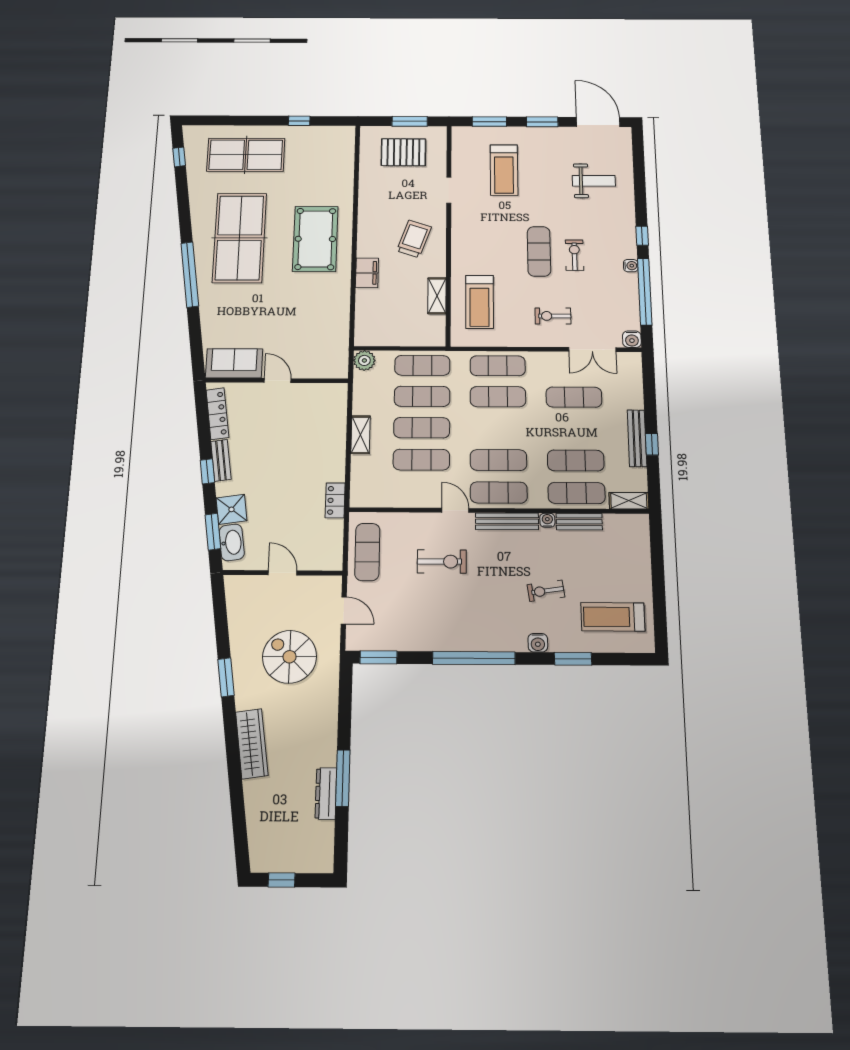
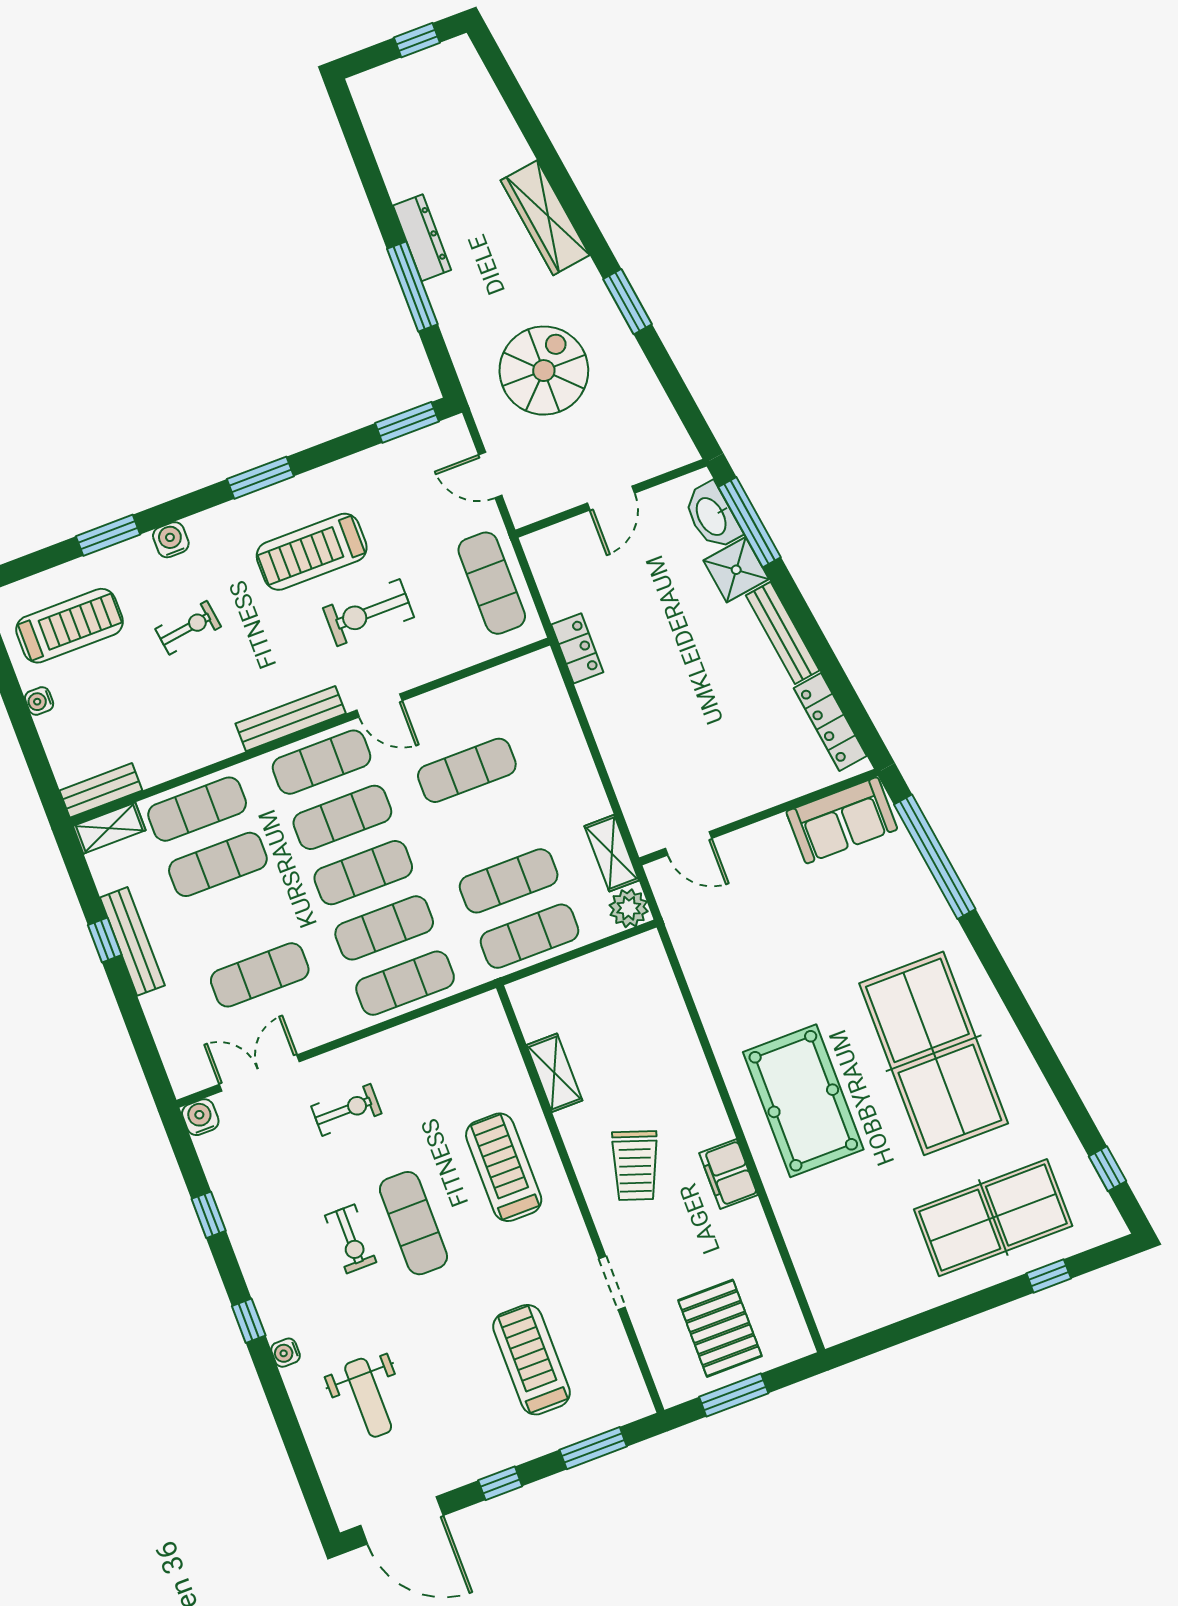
window: (299, 121) -> (1049, 1276), moved
window: (542, 122) -> (500, 1483), width x0.67
pallet: (403, 152) -> (720, 1328), turned 90
weight bench: (594, 181) -> (368, 1398), turned -90
water cooler: (631, 266) -> (286, 1353), moved
filing cabinet: (367, 273) -> (728, 1174), moved
window: (190, 274) -> (935, 857), moved
window: (645, 292) -> (209, 1215), width x0.32
treadmill: (480, 302) -> (504, 1167), moved
door: (278, 381) -> (688, 843), moved
exercise mat: (422, 428) -> (363, 873), moved
shelving: (360, 435) -> (612, 853), moved
bench: (221, 460) -> (783, 633), width x1.36
window: (207, 471) -> (803, 618), removed
water cooler: (547, 520) -> (39, 701), moved, turned 90
bench: (579, 522) -> (101, 790), moved
window: (213, 532) -> (750, 522), width x1.44
door: (283, 573) -> (611, 498), hinge flipped
treadmill: (461, 606) -> (312, 552), added
spiral stairs: (290, 657) -> (544, 371), turned -90
window: (474, 658) -> (260, 478), width x0.47
window: (343, 778) -> (412, 287), moved
dresser: (326, 793) -> (422, 238), moved

